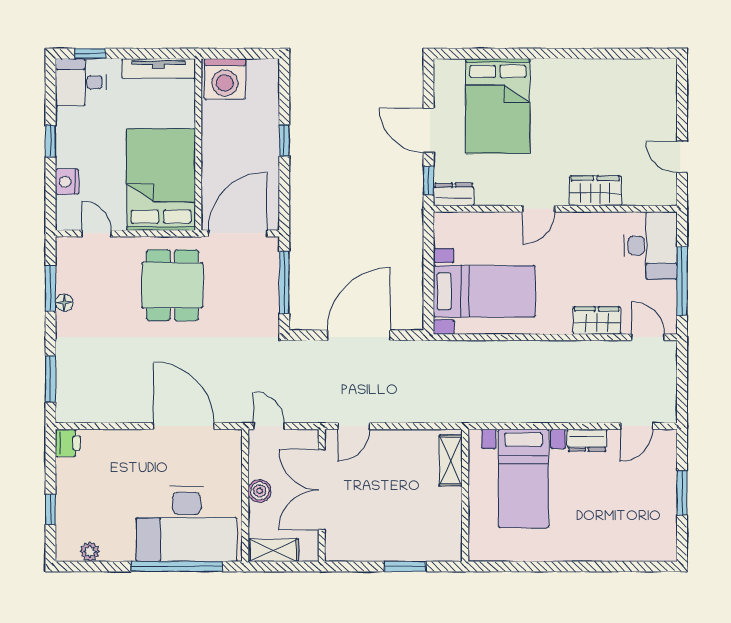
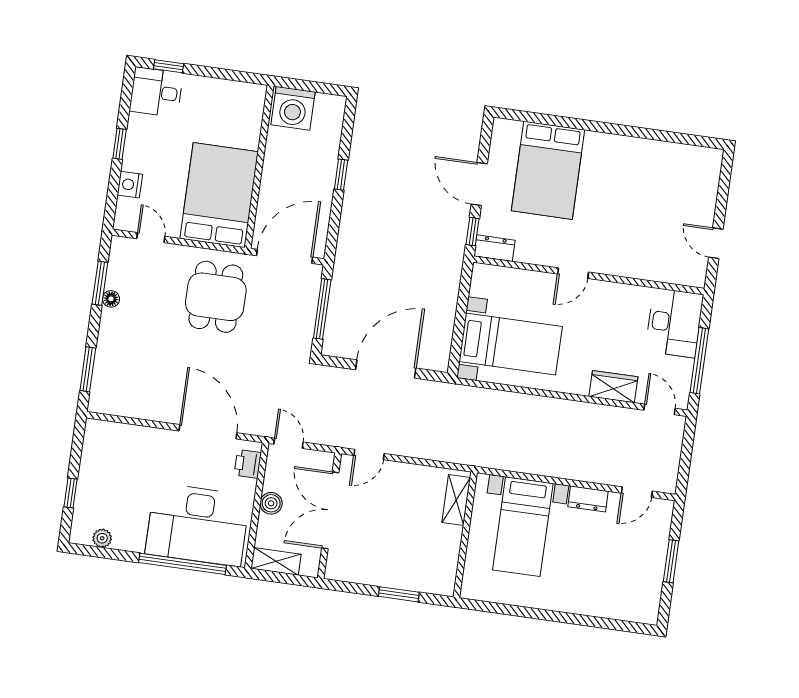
tv unit: (159, 68) -> (232, 90), removed
wardrobe: (595, 191) -> (629, 264), removed
printer: (68, 443) -> (248, 464), moved, turned 180

